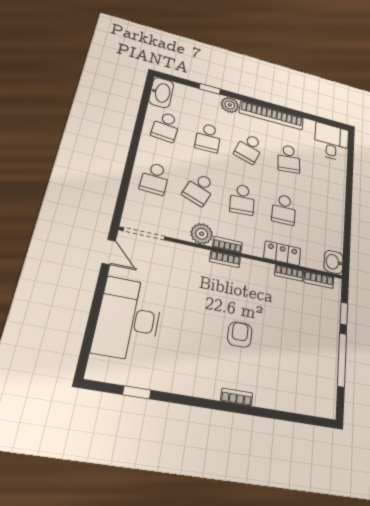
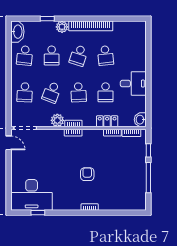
desk: (332, 142) -> (133, 84), moved, turned 90
desk: (128, 319) -> (32, 195), moved, turned -90

